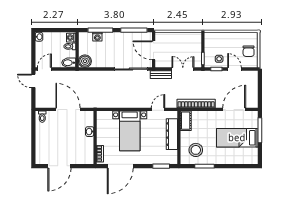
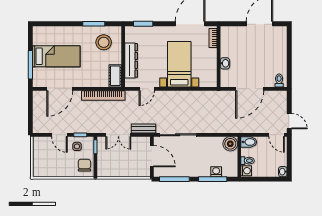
chair: (249, 51) -> (84, 165), moved
door: (44, 69) -> (277, 135), hinge flipped
door: (68, 109) -> (250, 89), hinge flipped

